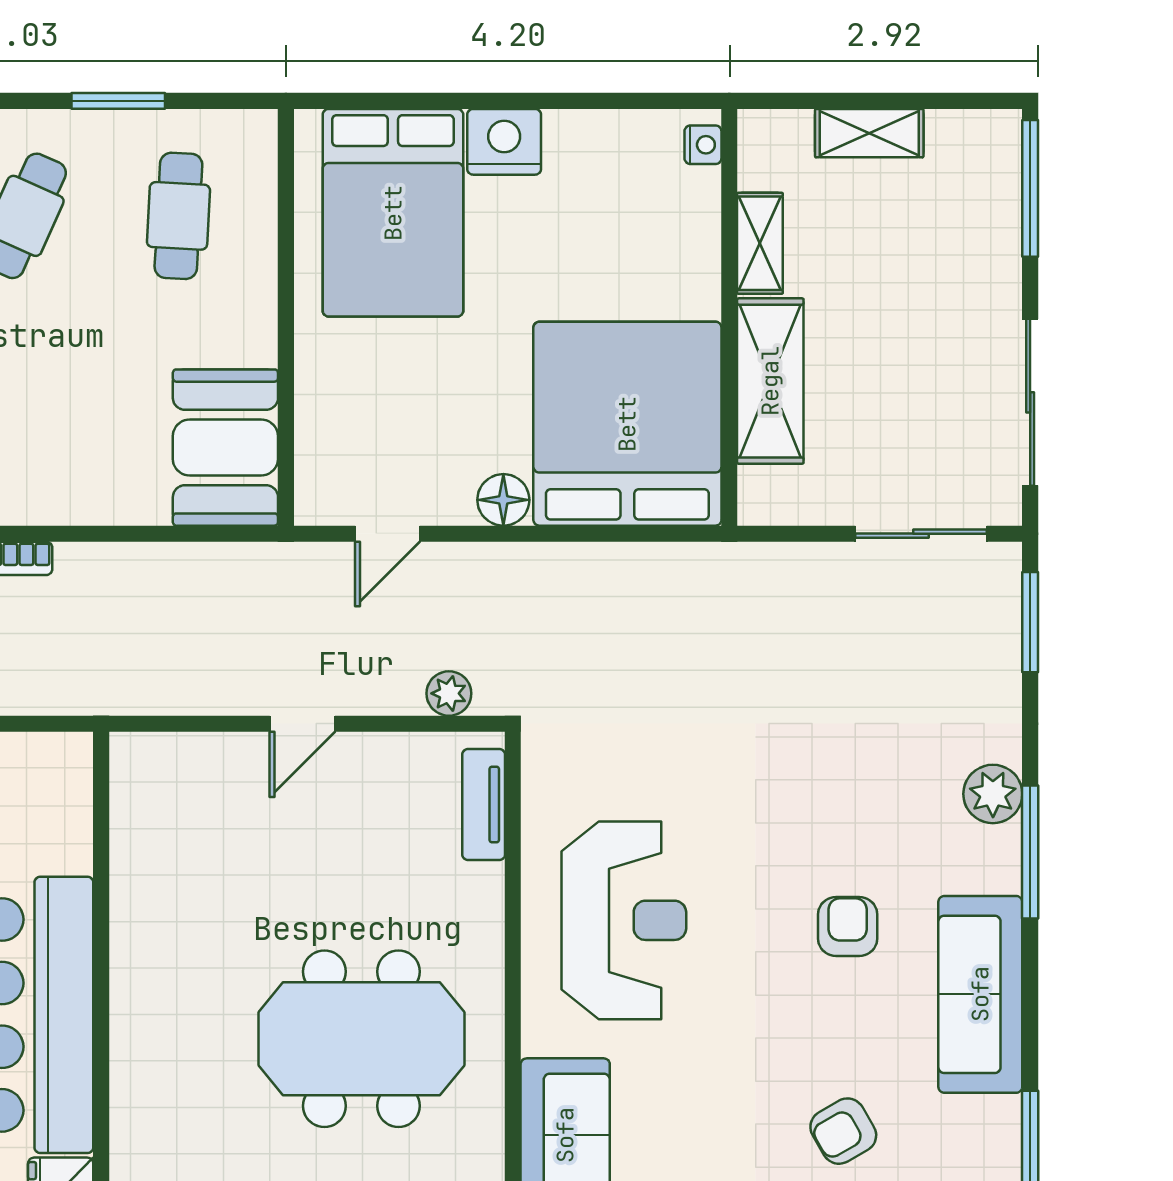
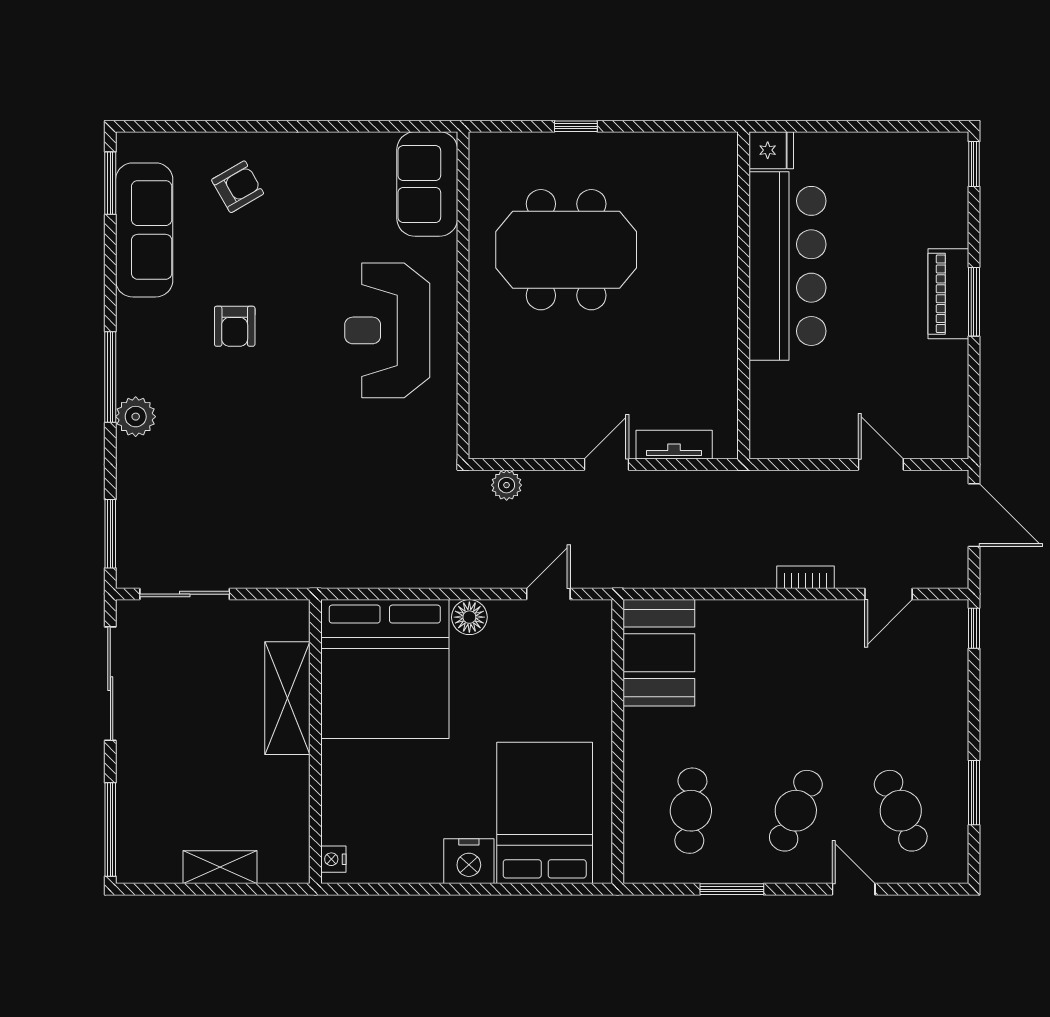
shelving: (760, 243) -> (294, 792), removed
tv unit: (484, 805) -> (674, 445), moved, turned -90
sofa: (980, 994) -> (144, 230), moved

